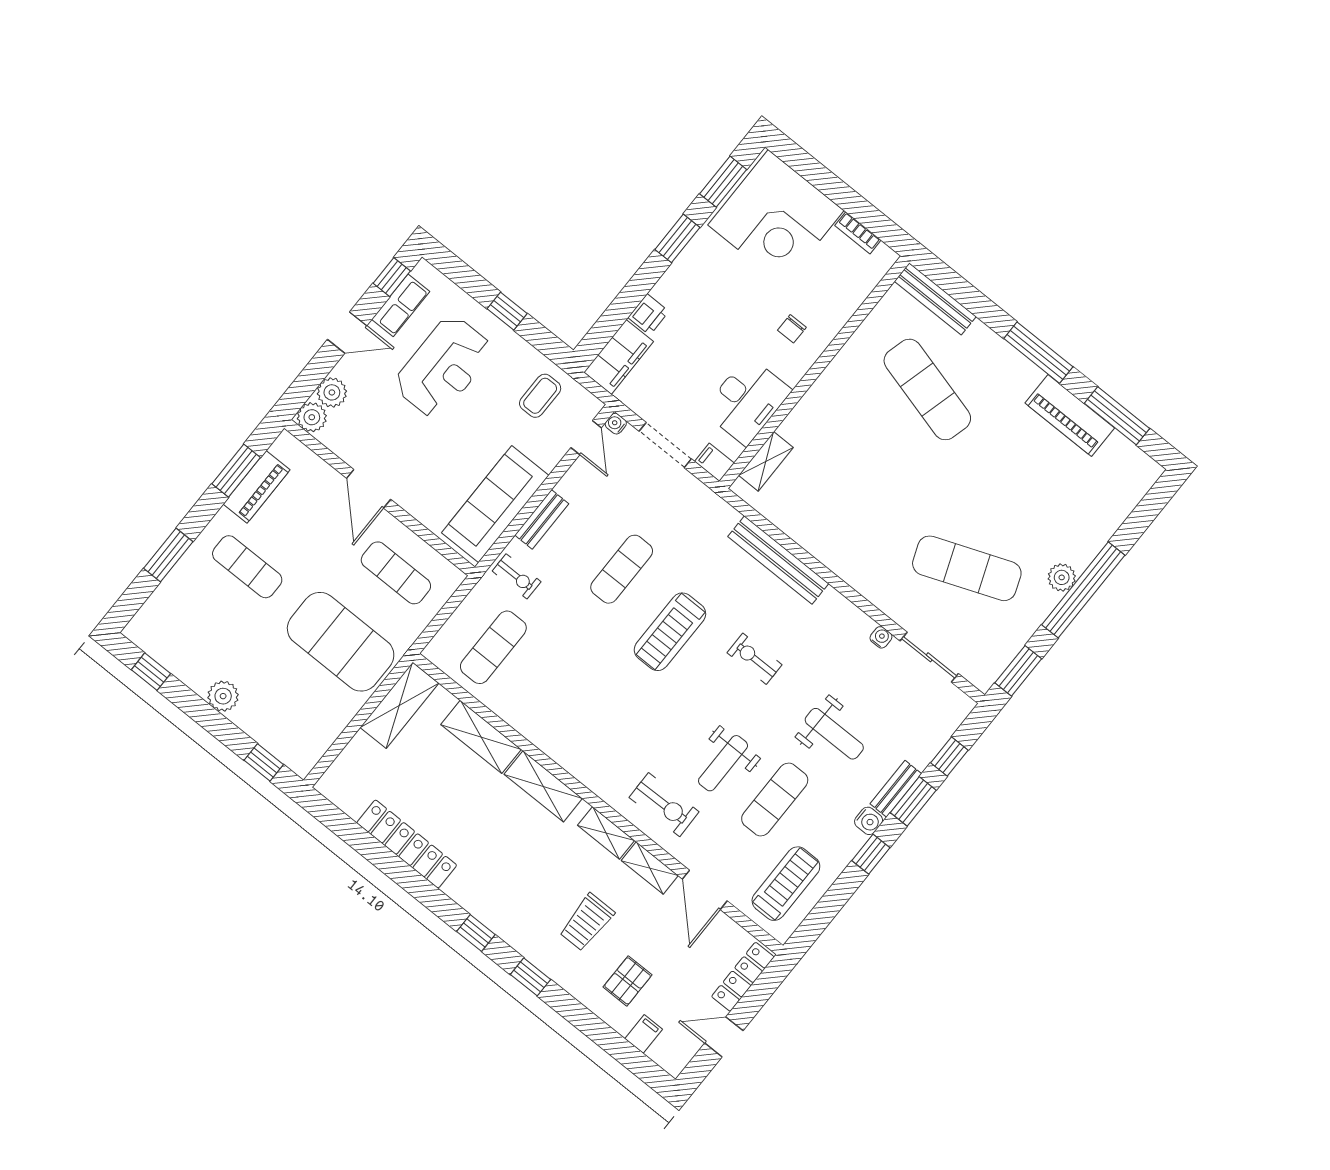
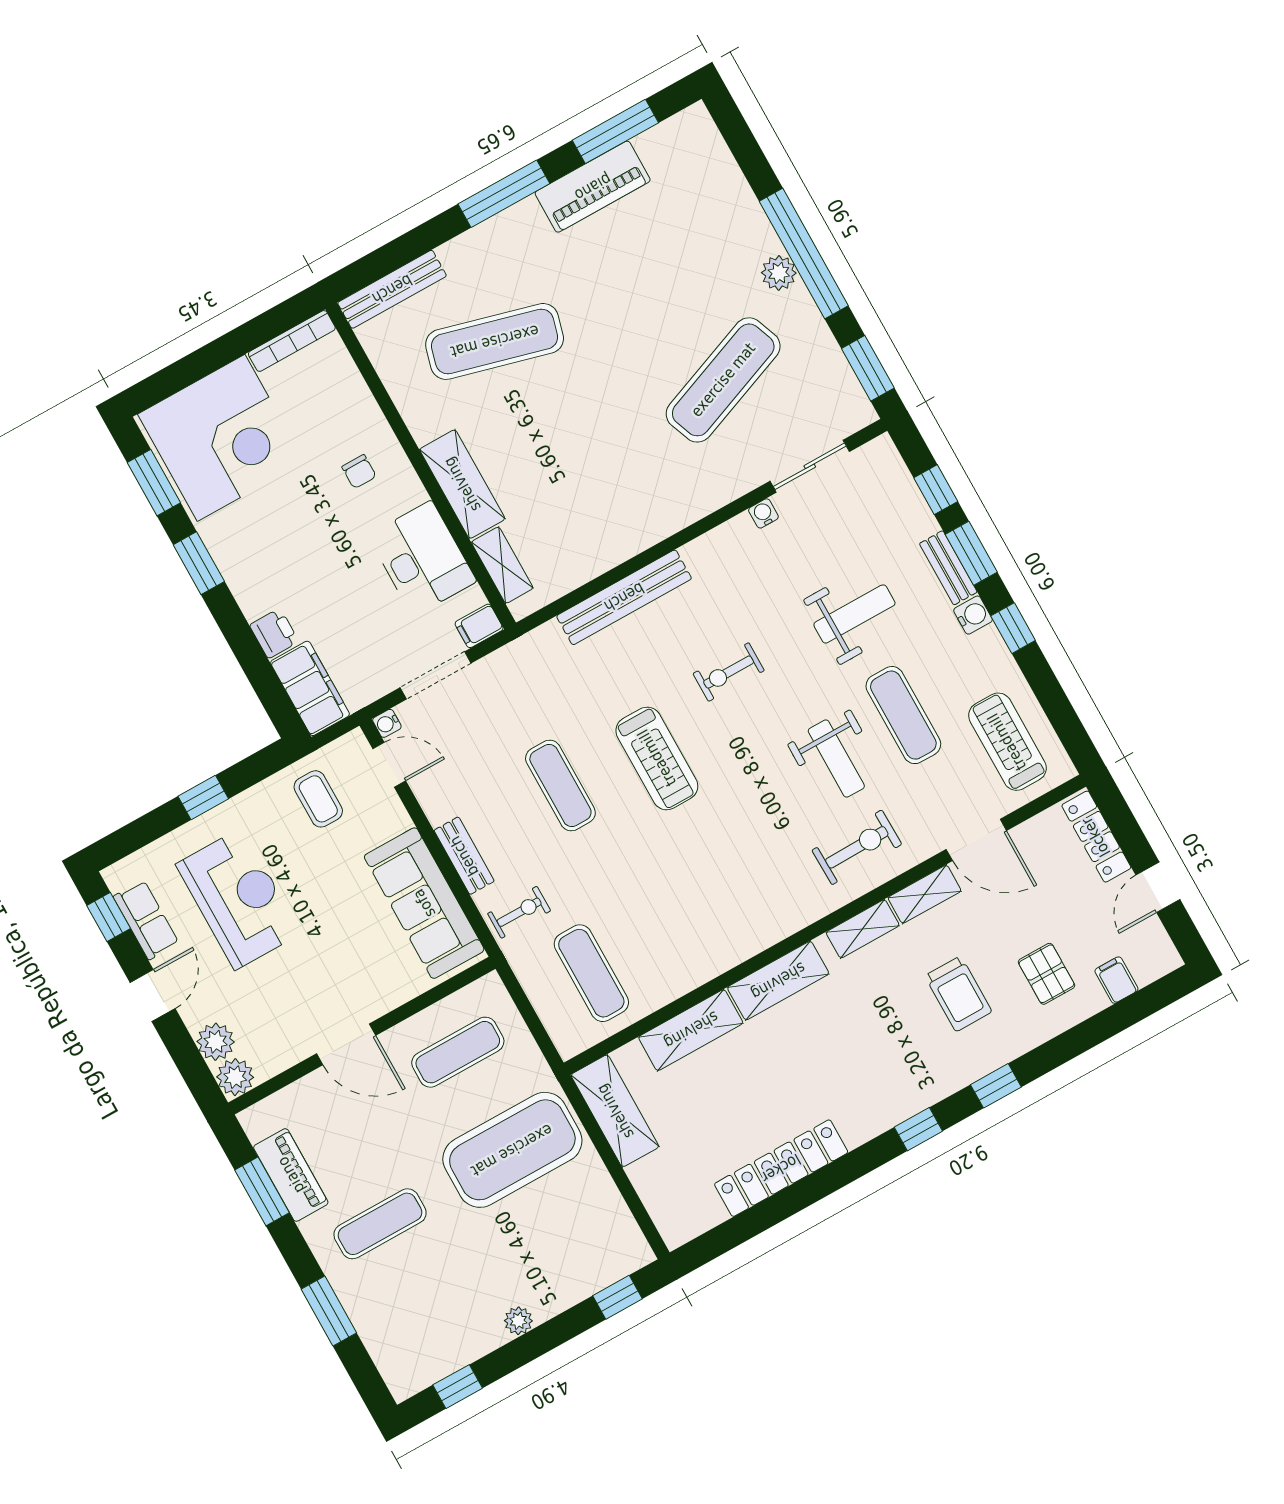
bookcase: (858, 233) -> (292, 341), width x1.56
shelving: (813, 408) -> (462, 484), added
plant: (223, 696) -> (518, 1321), width x0.73, depth x0.73

